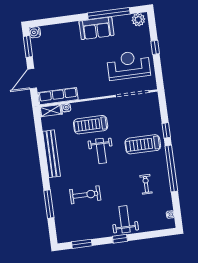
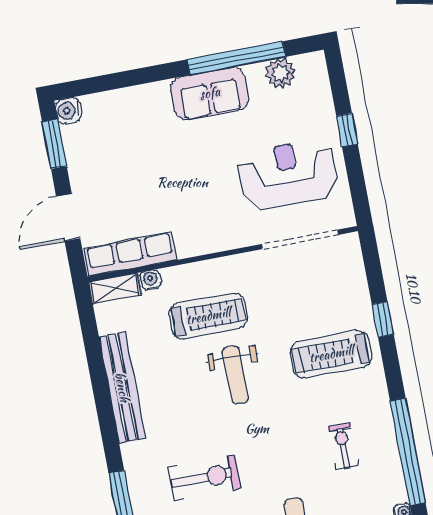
plant: (138, 20) -> (281, 73), moved
treadmill: (91, 125) -> (208, 316), turned 180
window: (171, 168) -> (408, 452), moved

